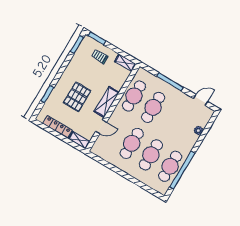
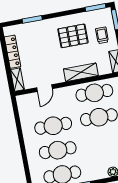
pallet: (77, 97) -> (73, 36), moved
shelving: (107, 102) -> (81, 72), moved
door: (101, 127) -> (44, 88), hinge flipped

